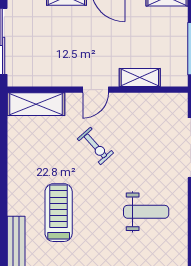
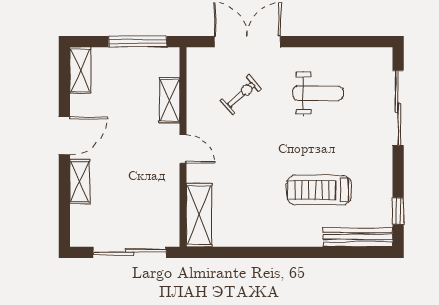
exercise bike: (95, 146) -> (241, 95), moved
weight bench: (146, 212) -> (318, 93), turned 90

